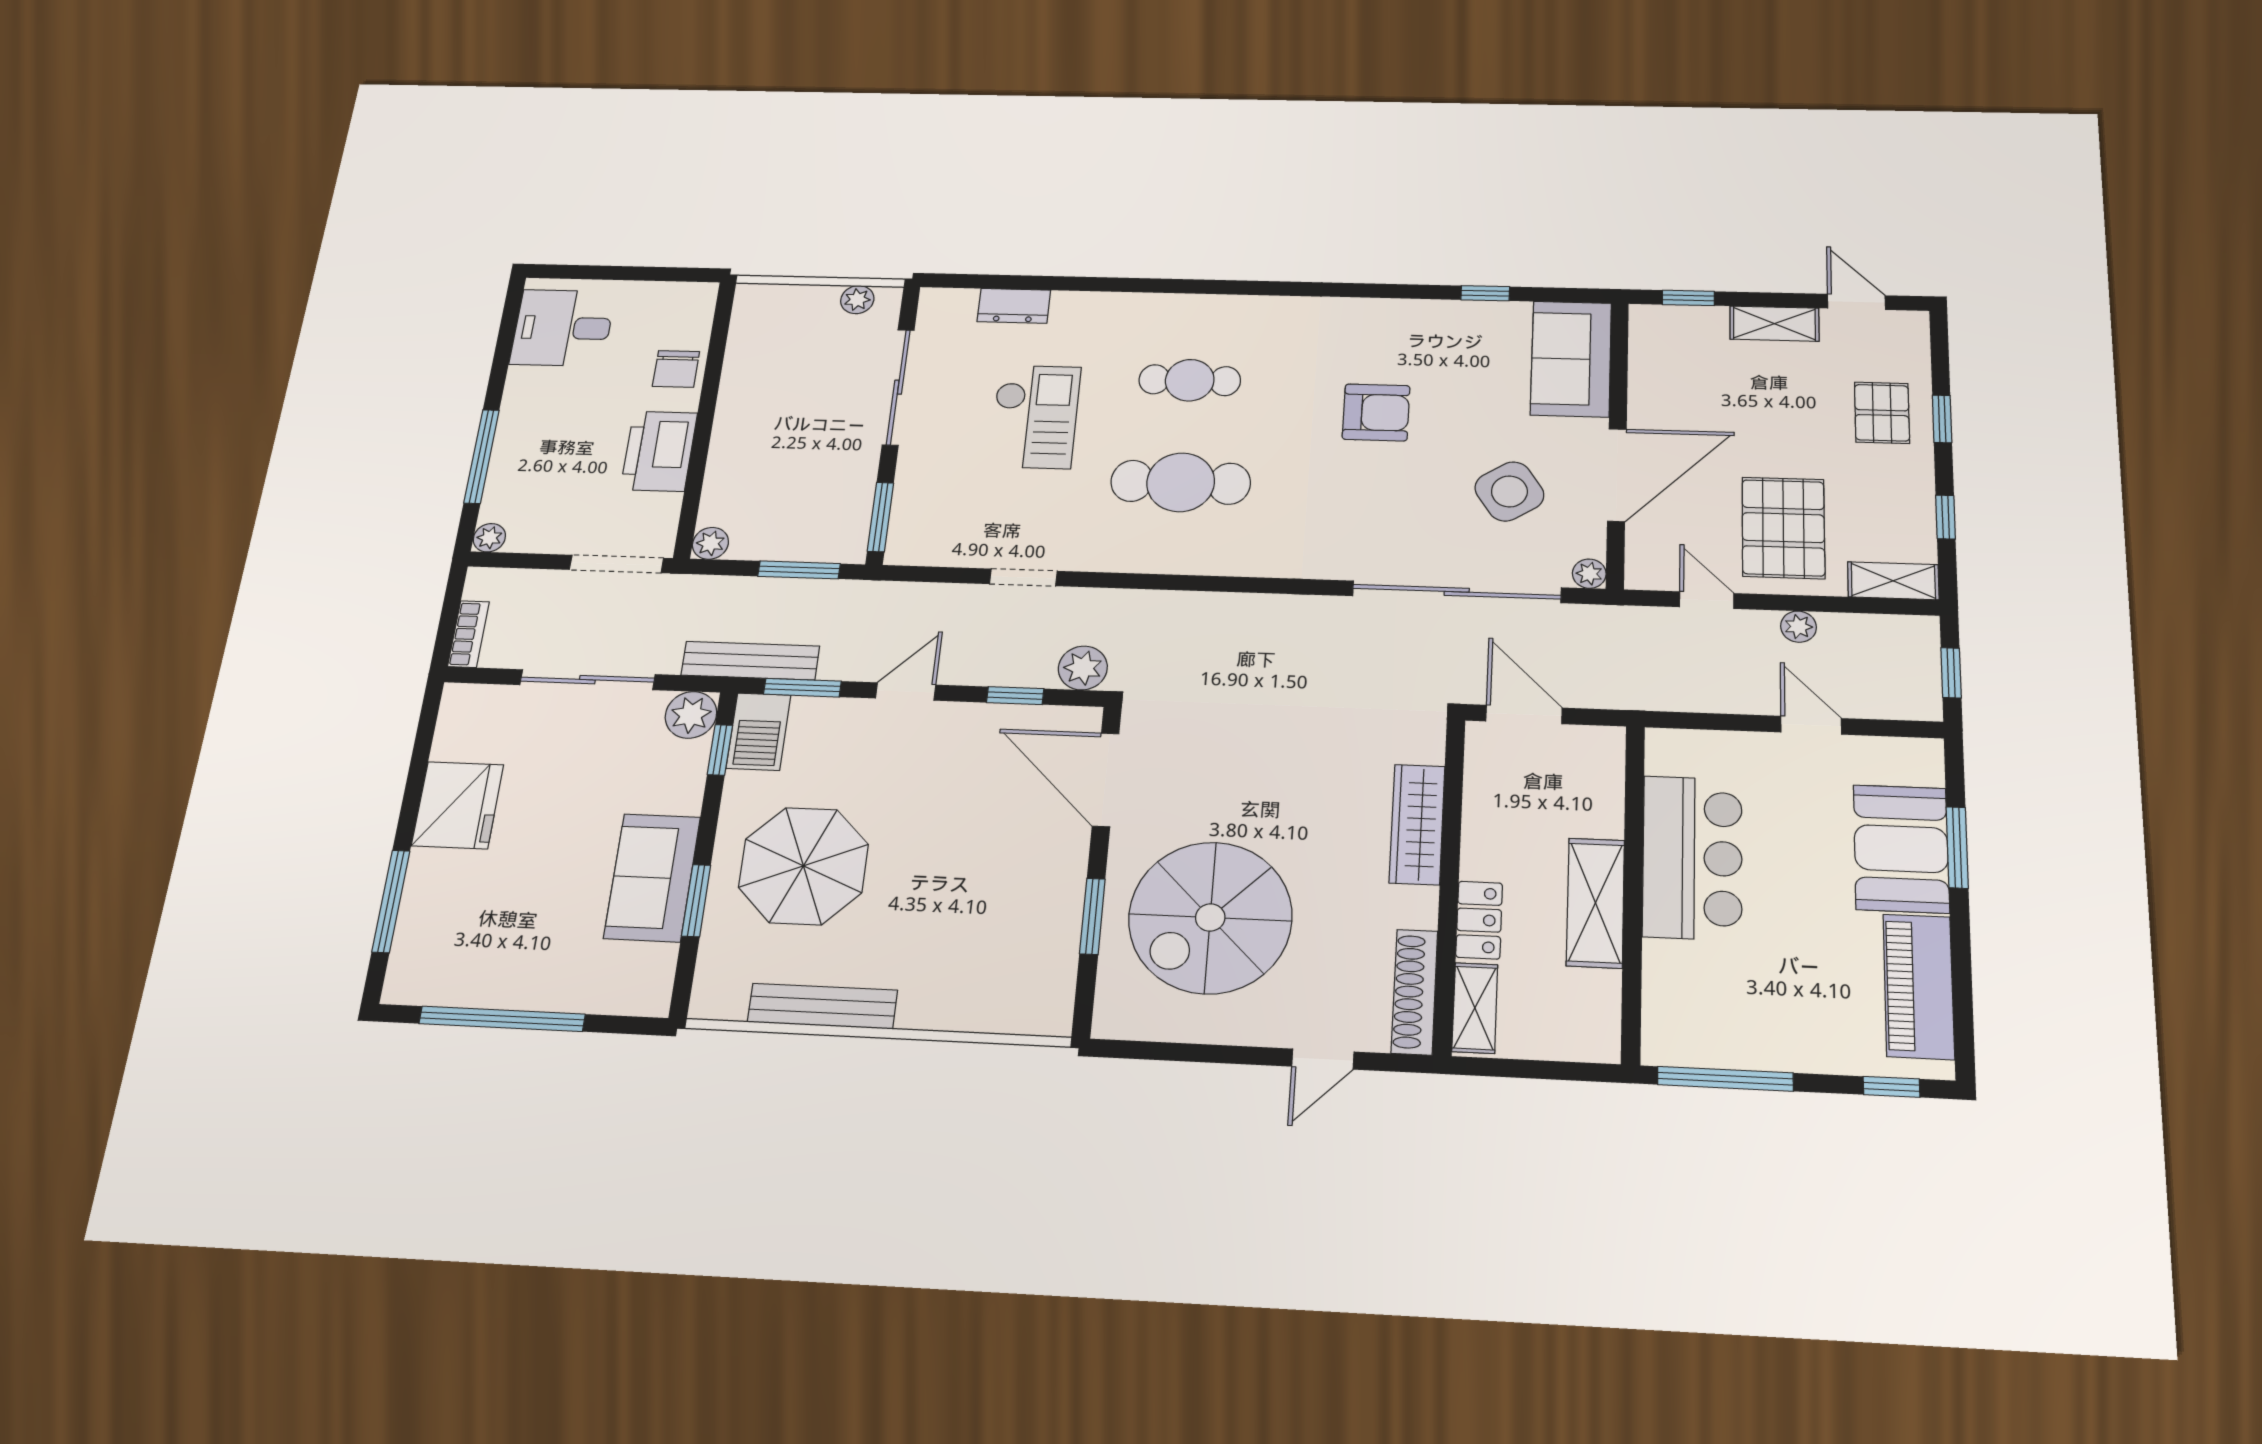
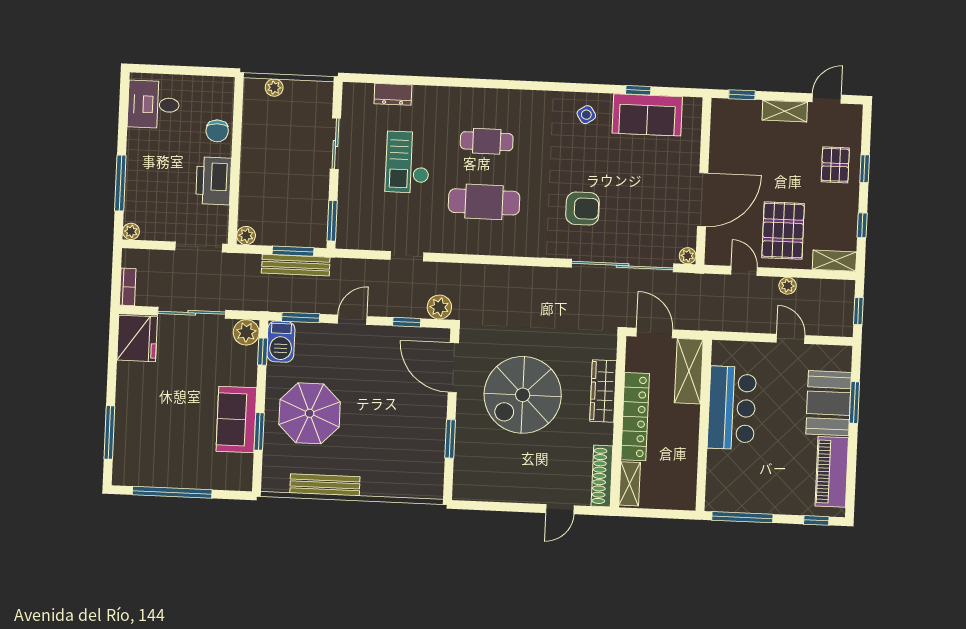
plant: (857, 300) -> (274, 88), moved
door: (1856, 302) -> (827, 98), hinge flipped
sofa: (1571, 359) -> (647, 115), moved, turned -90
sliding door: (898, 387) -> (335, 144), width x0.73
armchair: (1376, 412) -> (583, 208), moved
checkout: (1035, 417) -> (408, 162), turned 180
side table: (1509, 491) -> (586, 115), moved, width x0.54, depth x0.54
bench: (750, 661) -> (296, 265), moved
fridge: (458, 805) -> (137, 338), moved
shelving: (1595, 903) -> (689, 371), moved
spiral stairs: (1210, 918) -> (523, 395), moved
locker: (1479, 920) -> (635, 417), width x2.16, depth x1.21

